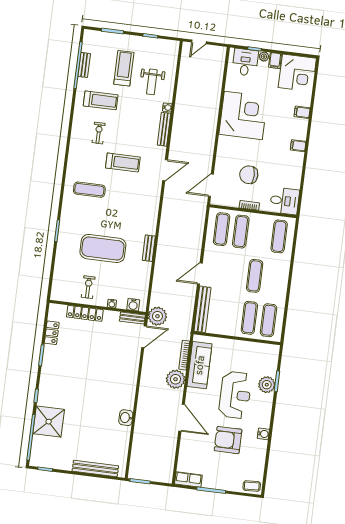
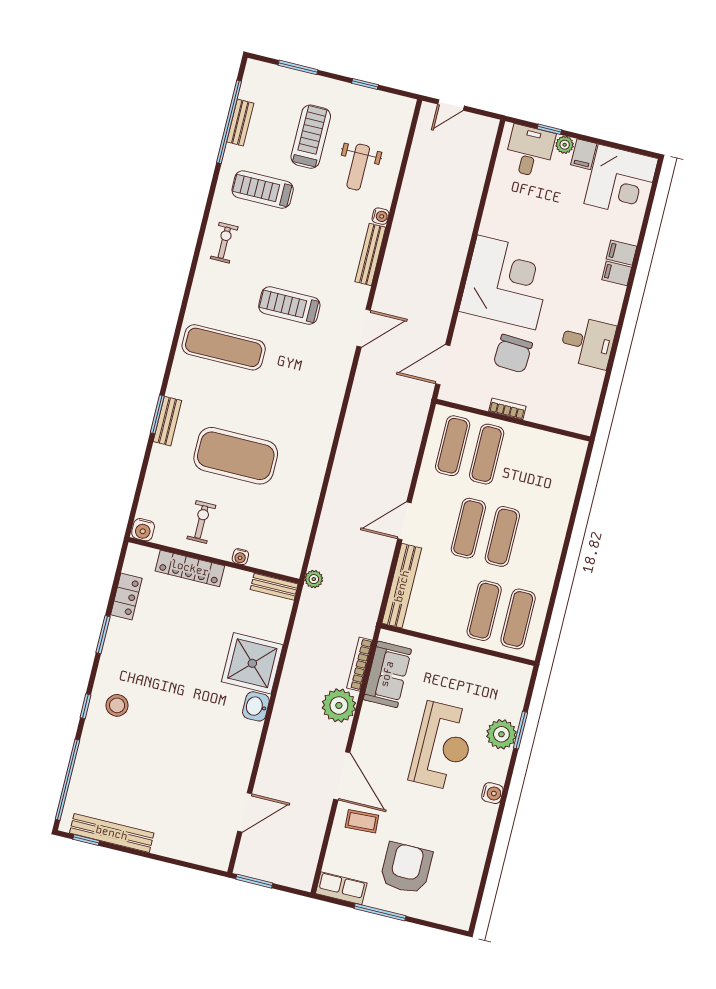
treadmill: (101, 100) -> (263, 190), turned 180
corner desk: (243, 115) -> (506, 282), moved
exercise bike: (99, 133) -> (224, 243), moved
filing cabinet: (298, 146) -> (617, 273), moved
treadmill: (123, 162) -> (289, 305), turned 180
chair: (249, 175) -> (513, 354), turned -87
exercise mat: (89, 190) -> (224, 347), width x1.36, depth x1.45
desk: (284, 201) -> (588, 342), moved
exercise mat: (279, 236) -> (468, 528), moved
bench: (149, 248) -> (167, 421), moved
water cooler: (133, 305) -> (143, 530), moved
plant: (157, 316) -> (314, 579), width x0.53, depth x0.53
door: (144, 337) -> (245, 812), moved
sofa: (199, 365) -> (387, 674), width x0.73
stool: (54, 393) -> (117, 705), added
washbasin: (126, 418) -> (256, 706), moved
shower: (49, 422) -> (252, 663), moved
water cooler: (263, 434) -> (492, 793), moved
armchair: (228, 440) -> (406, 868), moved, turned 90
bench: (95, 468) -> (112, 833), moved
coffee table: (252, 486) -> (362, 821), moved

